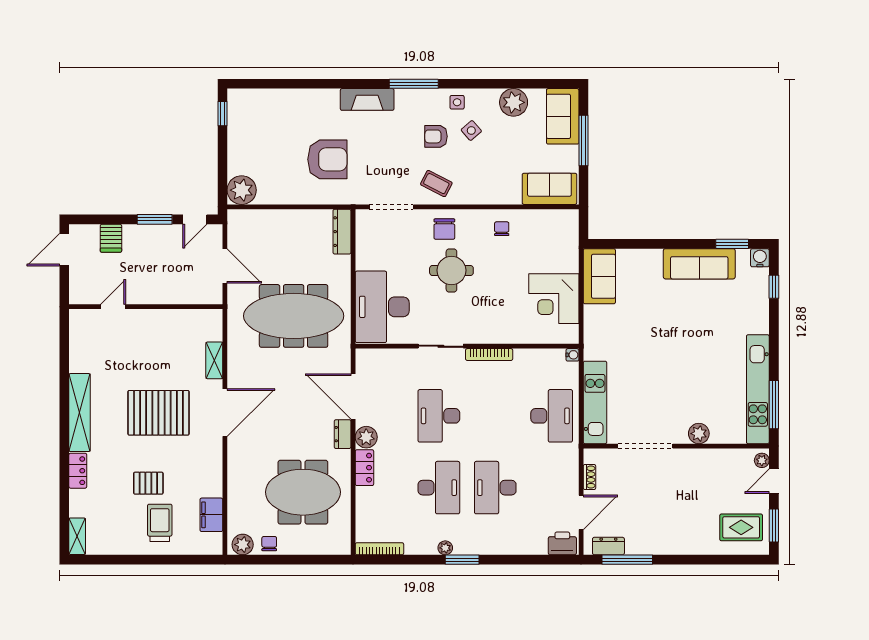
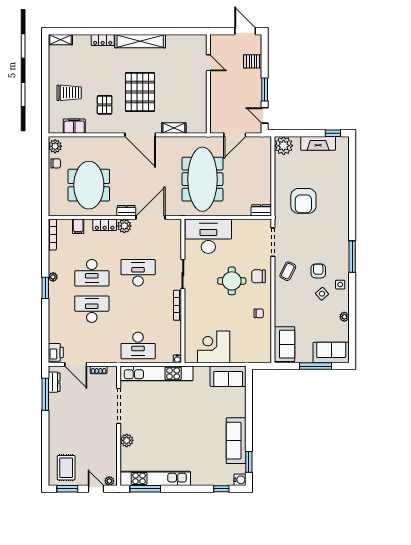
fireplace: (367, 99) -> (318, 143), moved, turned -90
plant: (514, 102) -> (344, 317), width x0.53, depth x0.53
dresser: (342, 232) -> (261, 210), width x0.70
kitchen unit: (595, 402) -> (156, 373), width x1.36
pallet: (148, 483) -> (105, 105), moved
filing cabinet: (367, 509) -> (78, 226), added

